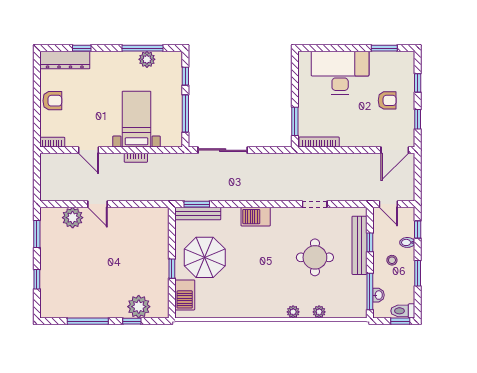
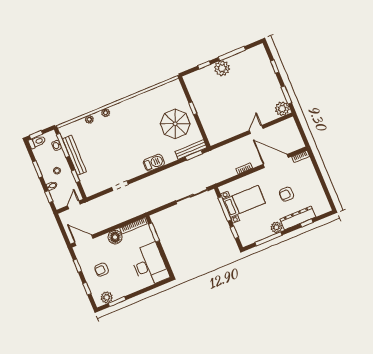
plant: (147, 59) -> (276, 227), moved
dresser: (65, 60) -> (298, 218), moved
plant: (396, 60) -> (107, 297), added
desk: (340, 73) -> (149, 265), moved, turned -90
armchair: (52, 101) -> (286, 194), moved
bed with nightstands: (137, 119) -> (244, 201), moved, turned -90
floor lamp: (350, 137) -> (115, 237), added
door: (89, 150) -> (276, 161), width x1.88
door: (395, 150) -> (84, 240), hinge flipped
door: (98, 204) -> (256, 129), hinge flipped
door: (388, 204) -> (74, 205), hinge flipped
plant: (73, 218) -> (282, 109), moved
bench: (359, 245) -> (74, 155), moved
round table: (315, 257) -> (106, 152), removed
barbecue: (185, 295) -> (178, 95), removed
plant: (139, 307) -> (222, 68), moved

